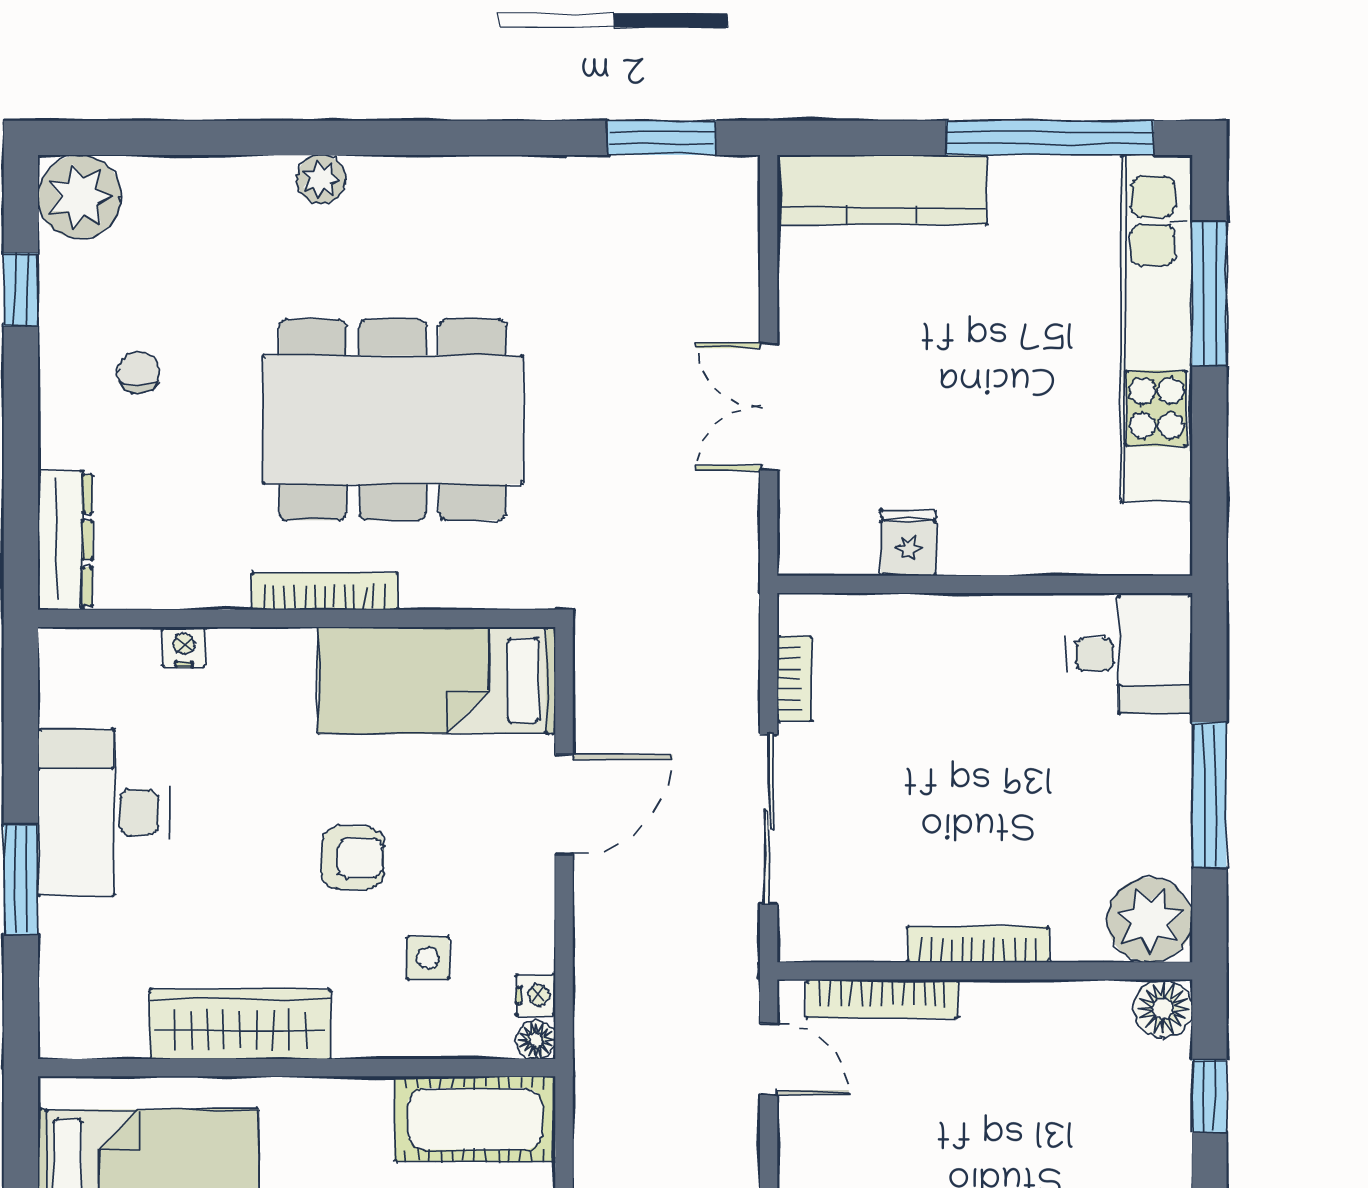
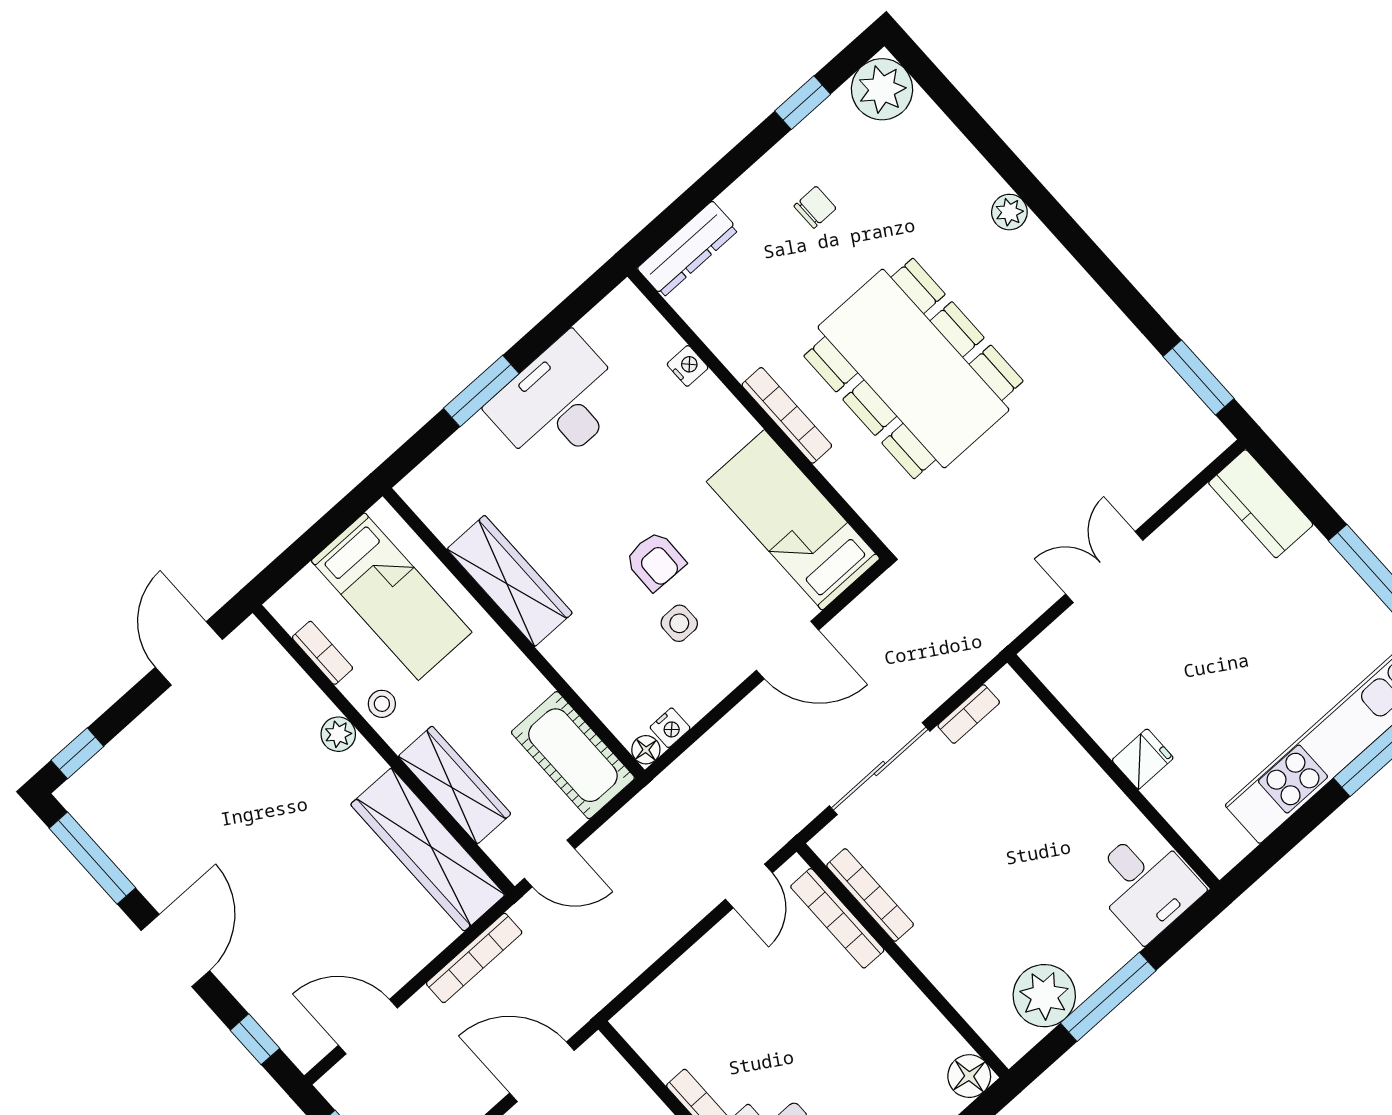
kitchen counter: (882, 190) -> (1261, 504), width x0.67
fridge: (908, 543) -> (1143, 759), moved
plant: (1150, 920) -> (1044, 996), moved
bookcase: (978, 944) -> (870, 895), moved
side table: (428, 958) -> (679, 623), moved

